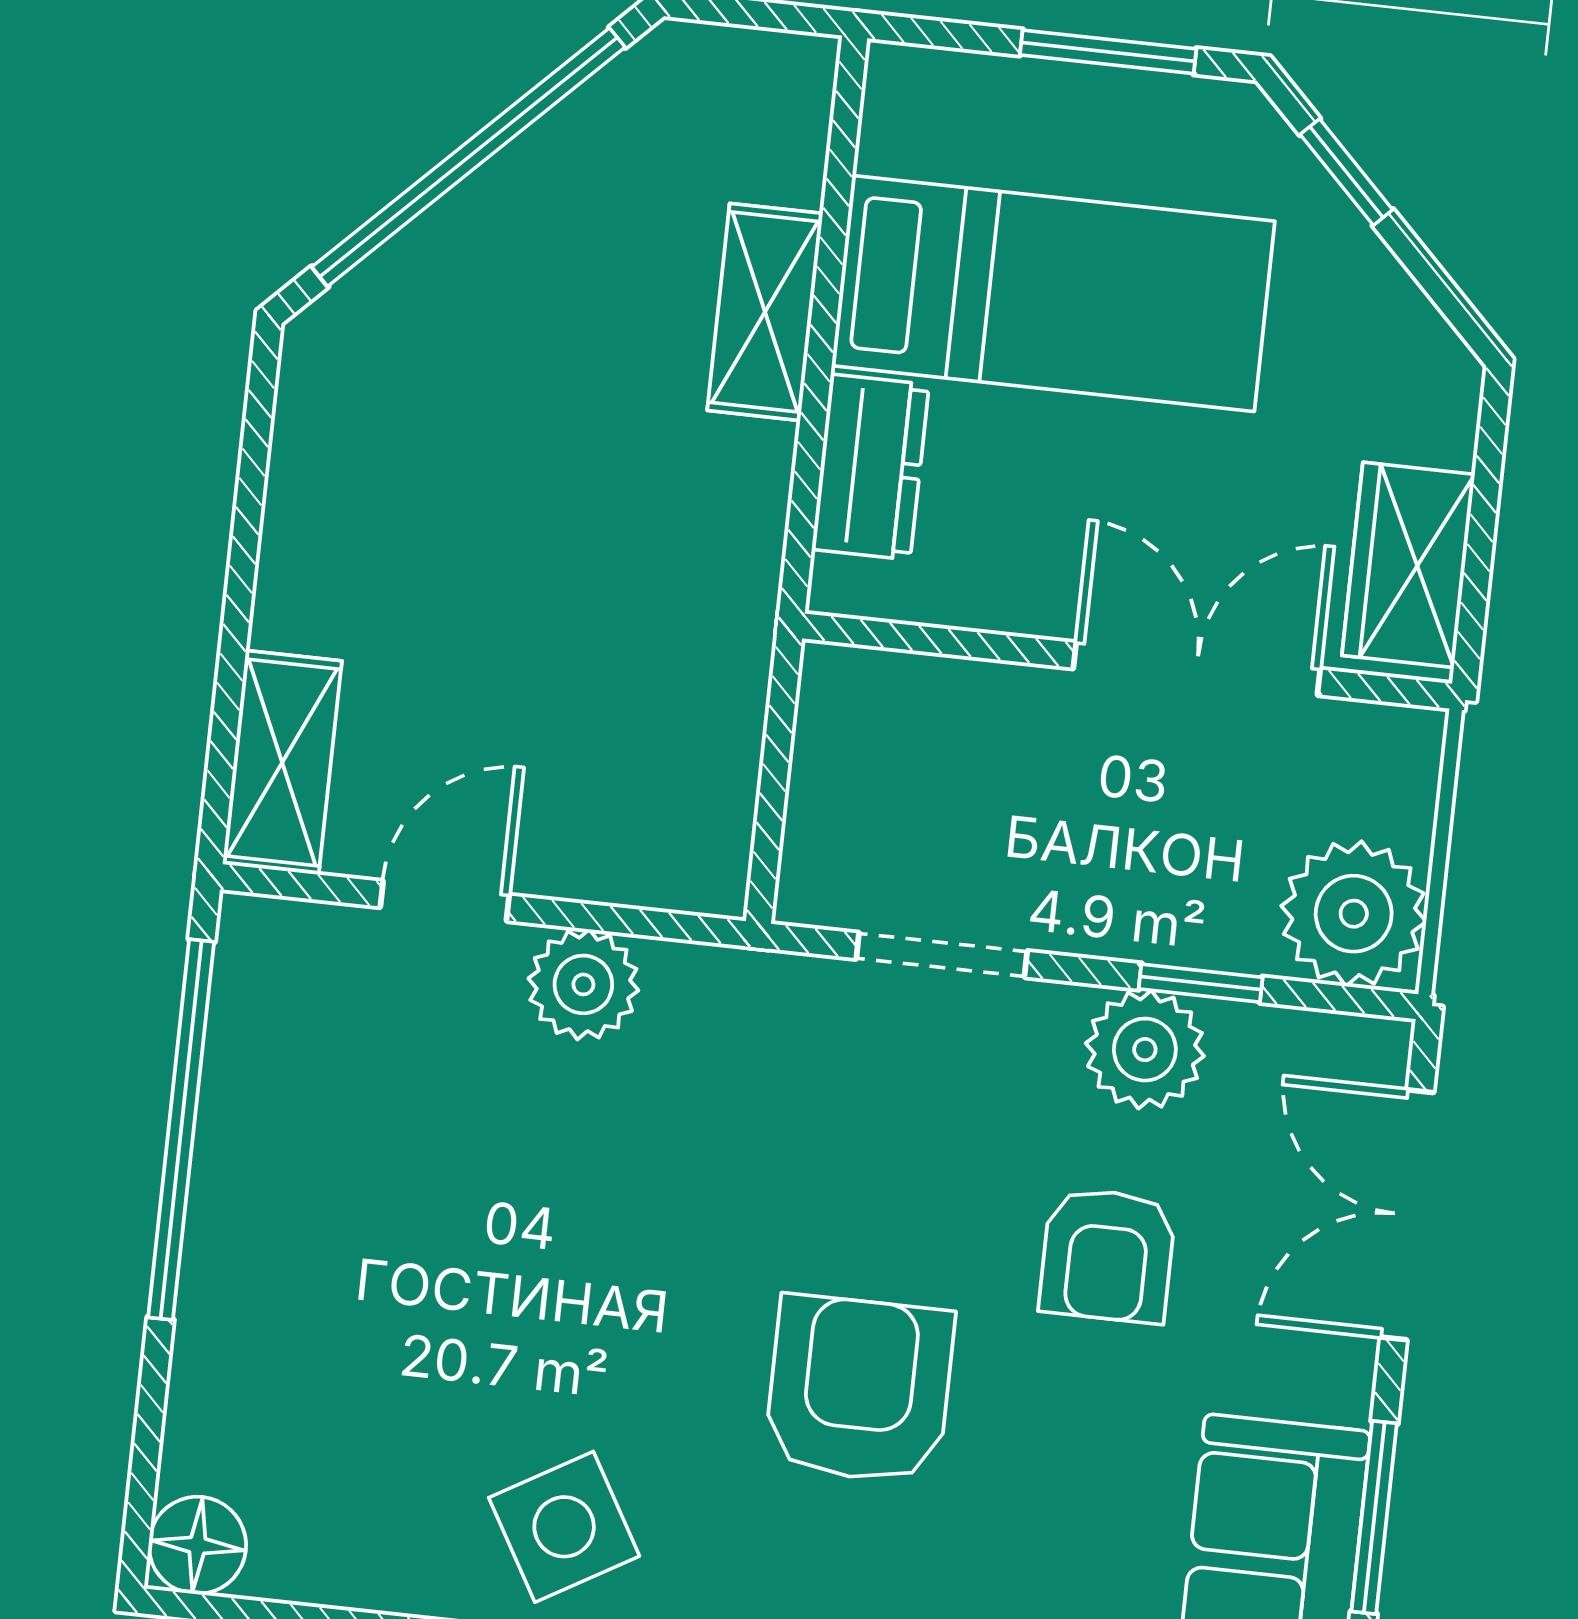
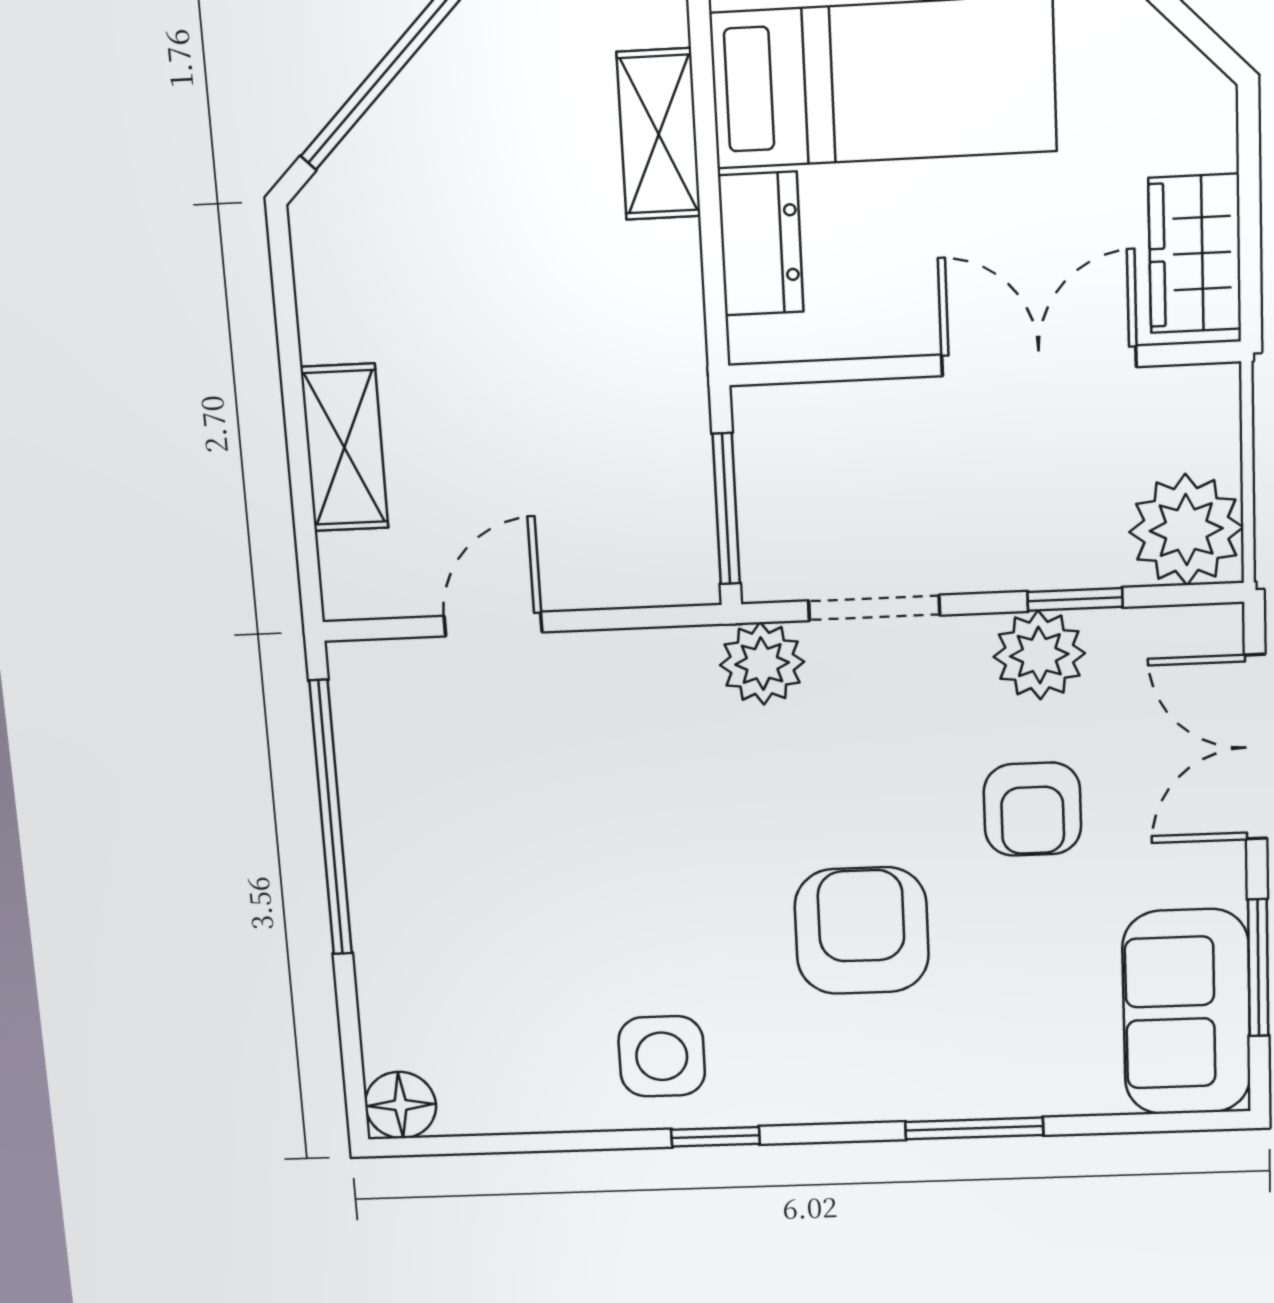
shelving: (282, 763) -> (344, 448), moved
window: (772, 796) -> (726, 509), added
plant: (583, 984) -> (762, 663), moved
side table: (564, 1527) -> (662, 1056), turned 30

